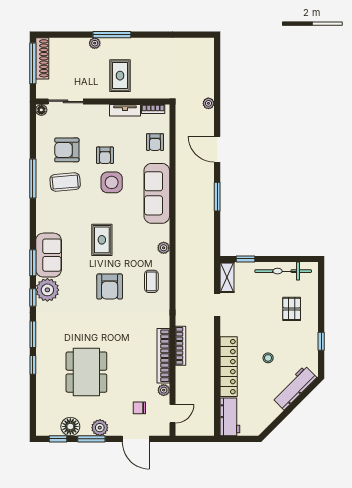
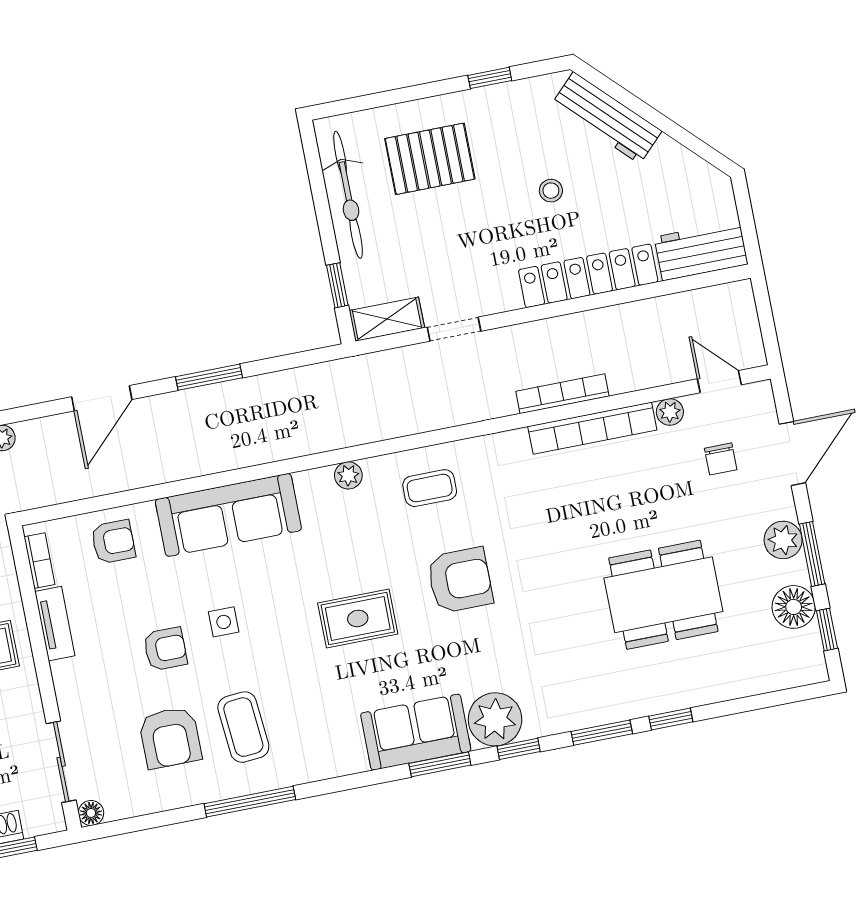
side table: (112, 182) -> (224, 622), width x0.54, depth x0.54
pallet: (292, 309) -> (430, 159), width x1.50, depth x1.42

